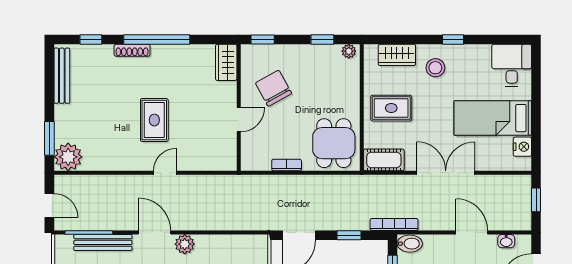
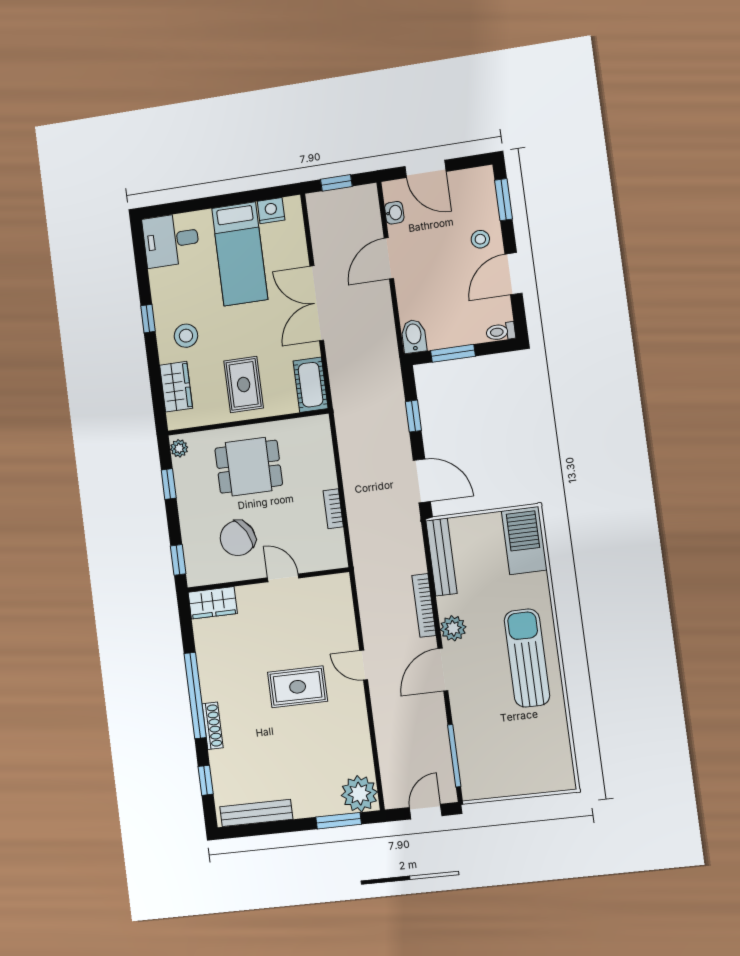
dining table: (334, 143) -> (249, 467), moved
bookcase: (394, 225) -> (424, 605), moved
bench: (103, 242) -> (441, 557), moved

